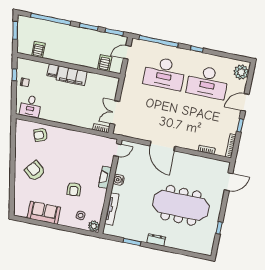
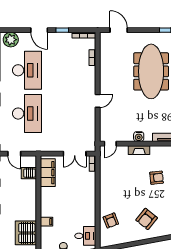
server rack: (38, 50) -> (26, 233), width x2.18, depth x1.44
filing cabinet: (72, 76) -> (48, 173), moved
door: (162, 146) -> (98, 101), width x0.53
door: (117, 150) -> (110, 144), swing flipped

